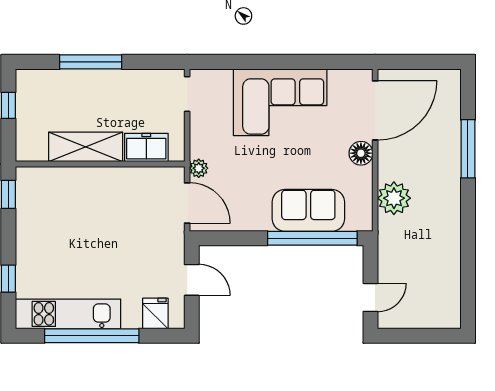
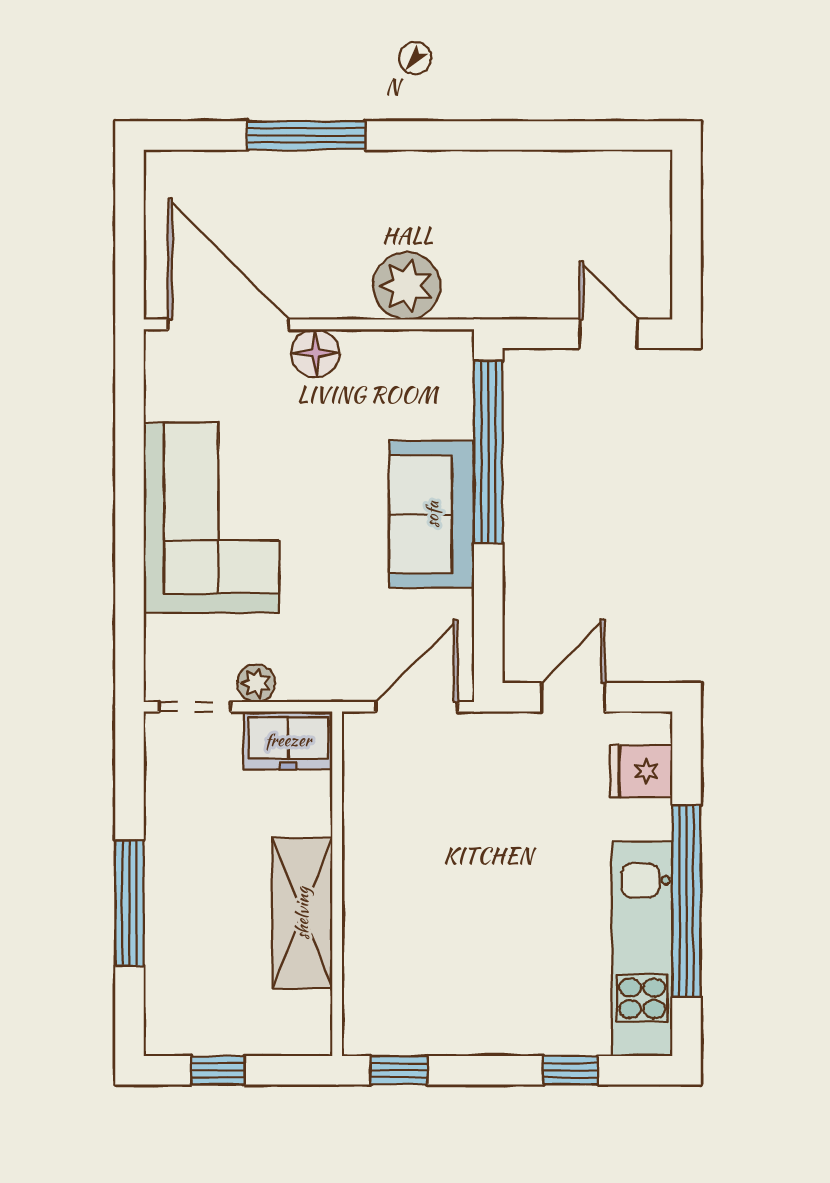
freezer: (146, 147) -> (288, 740), moved, turned -90
plant: (199, 168) -> (256, 683), moved
sofa: (308, 210) -> (432, 514), moved

